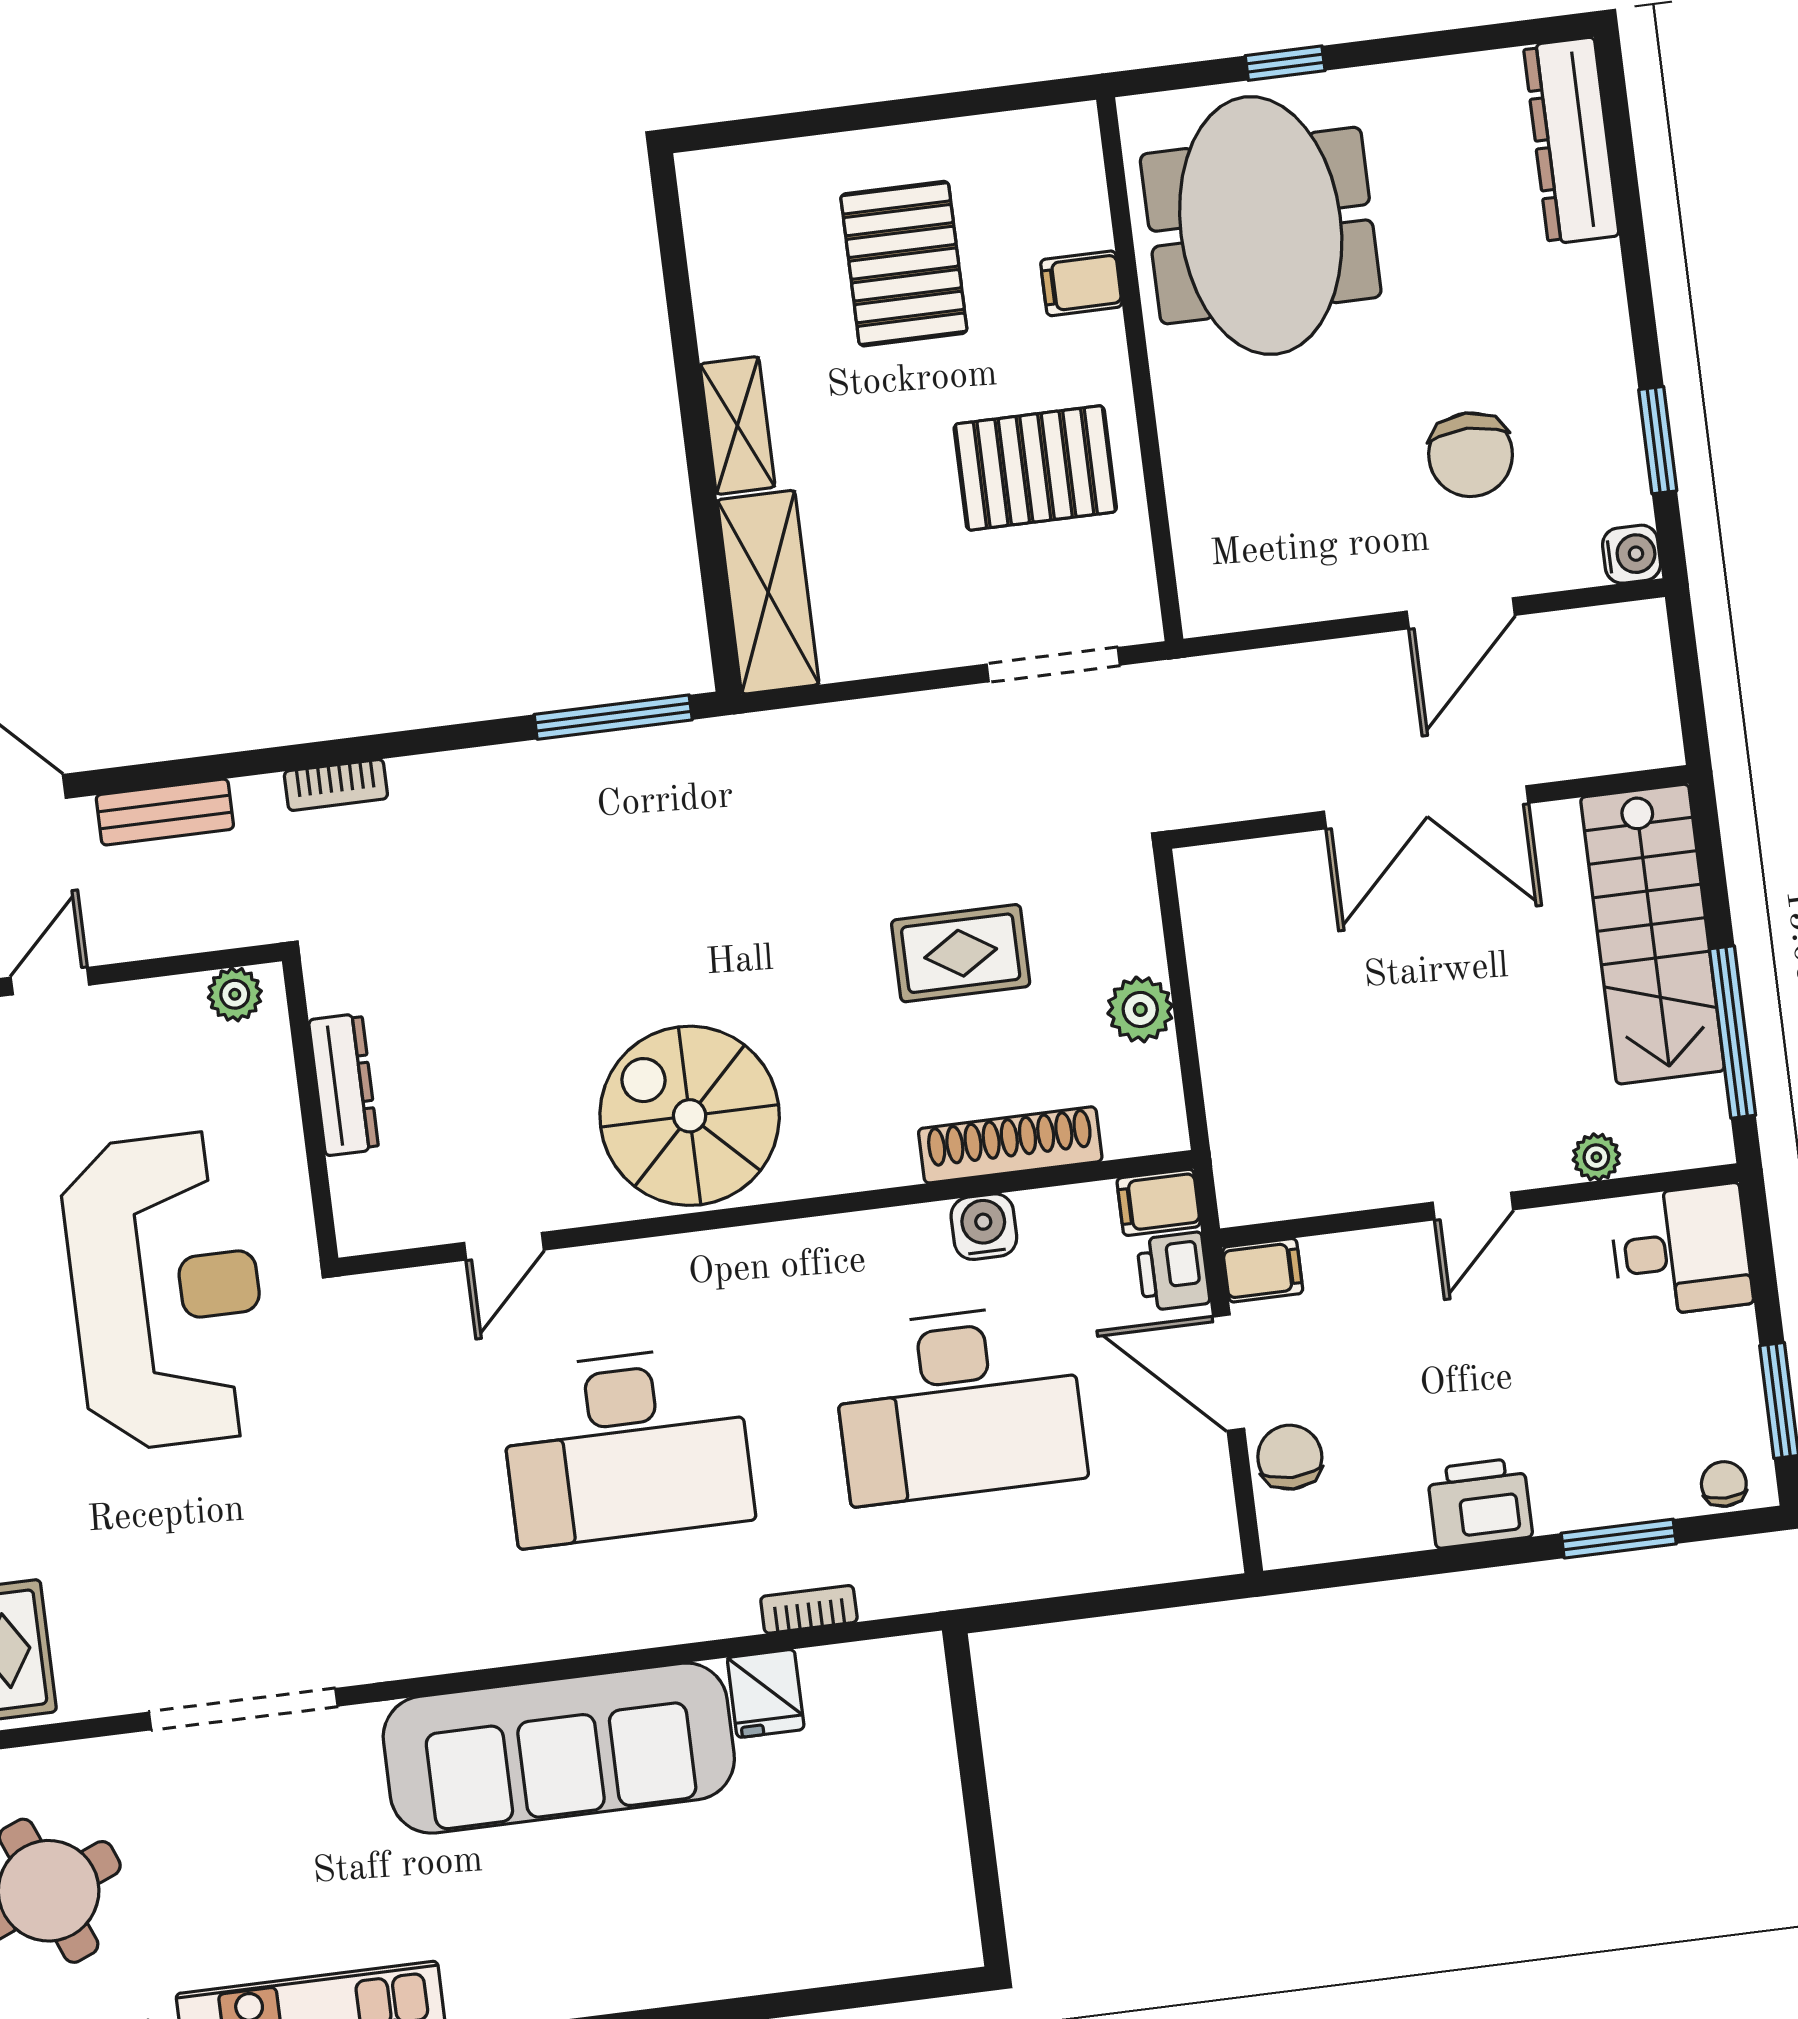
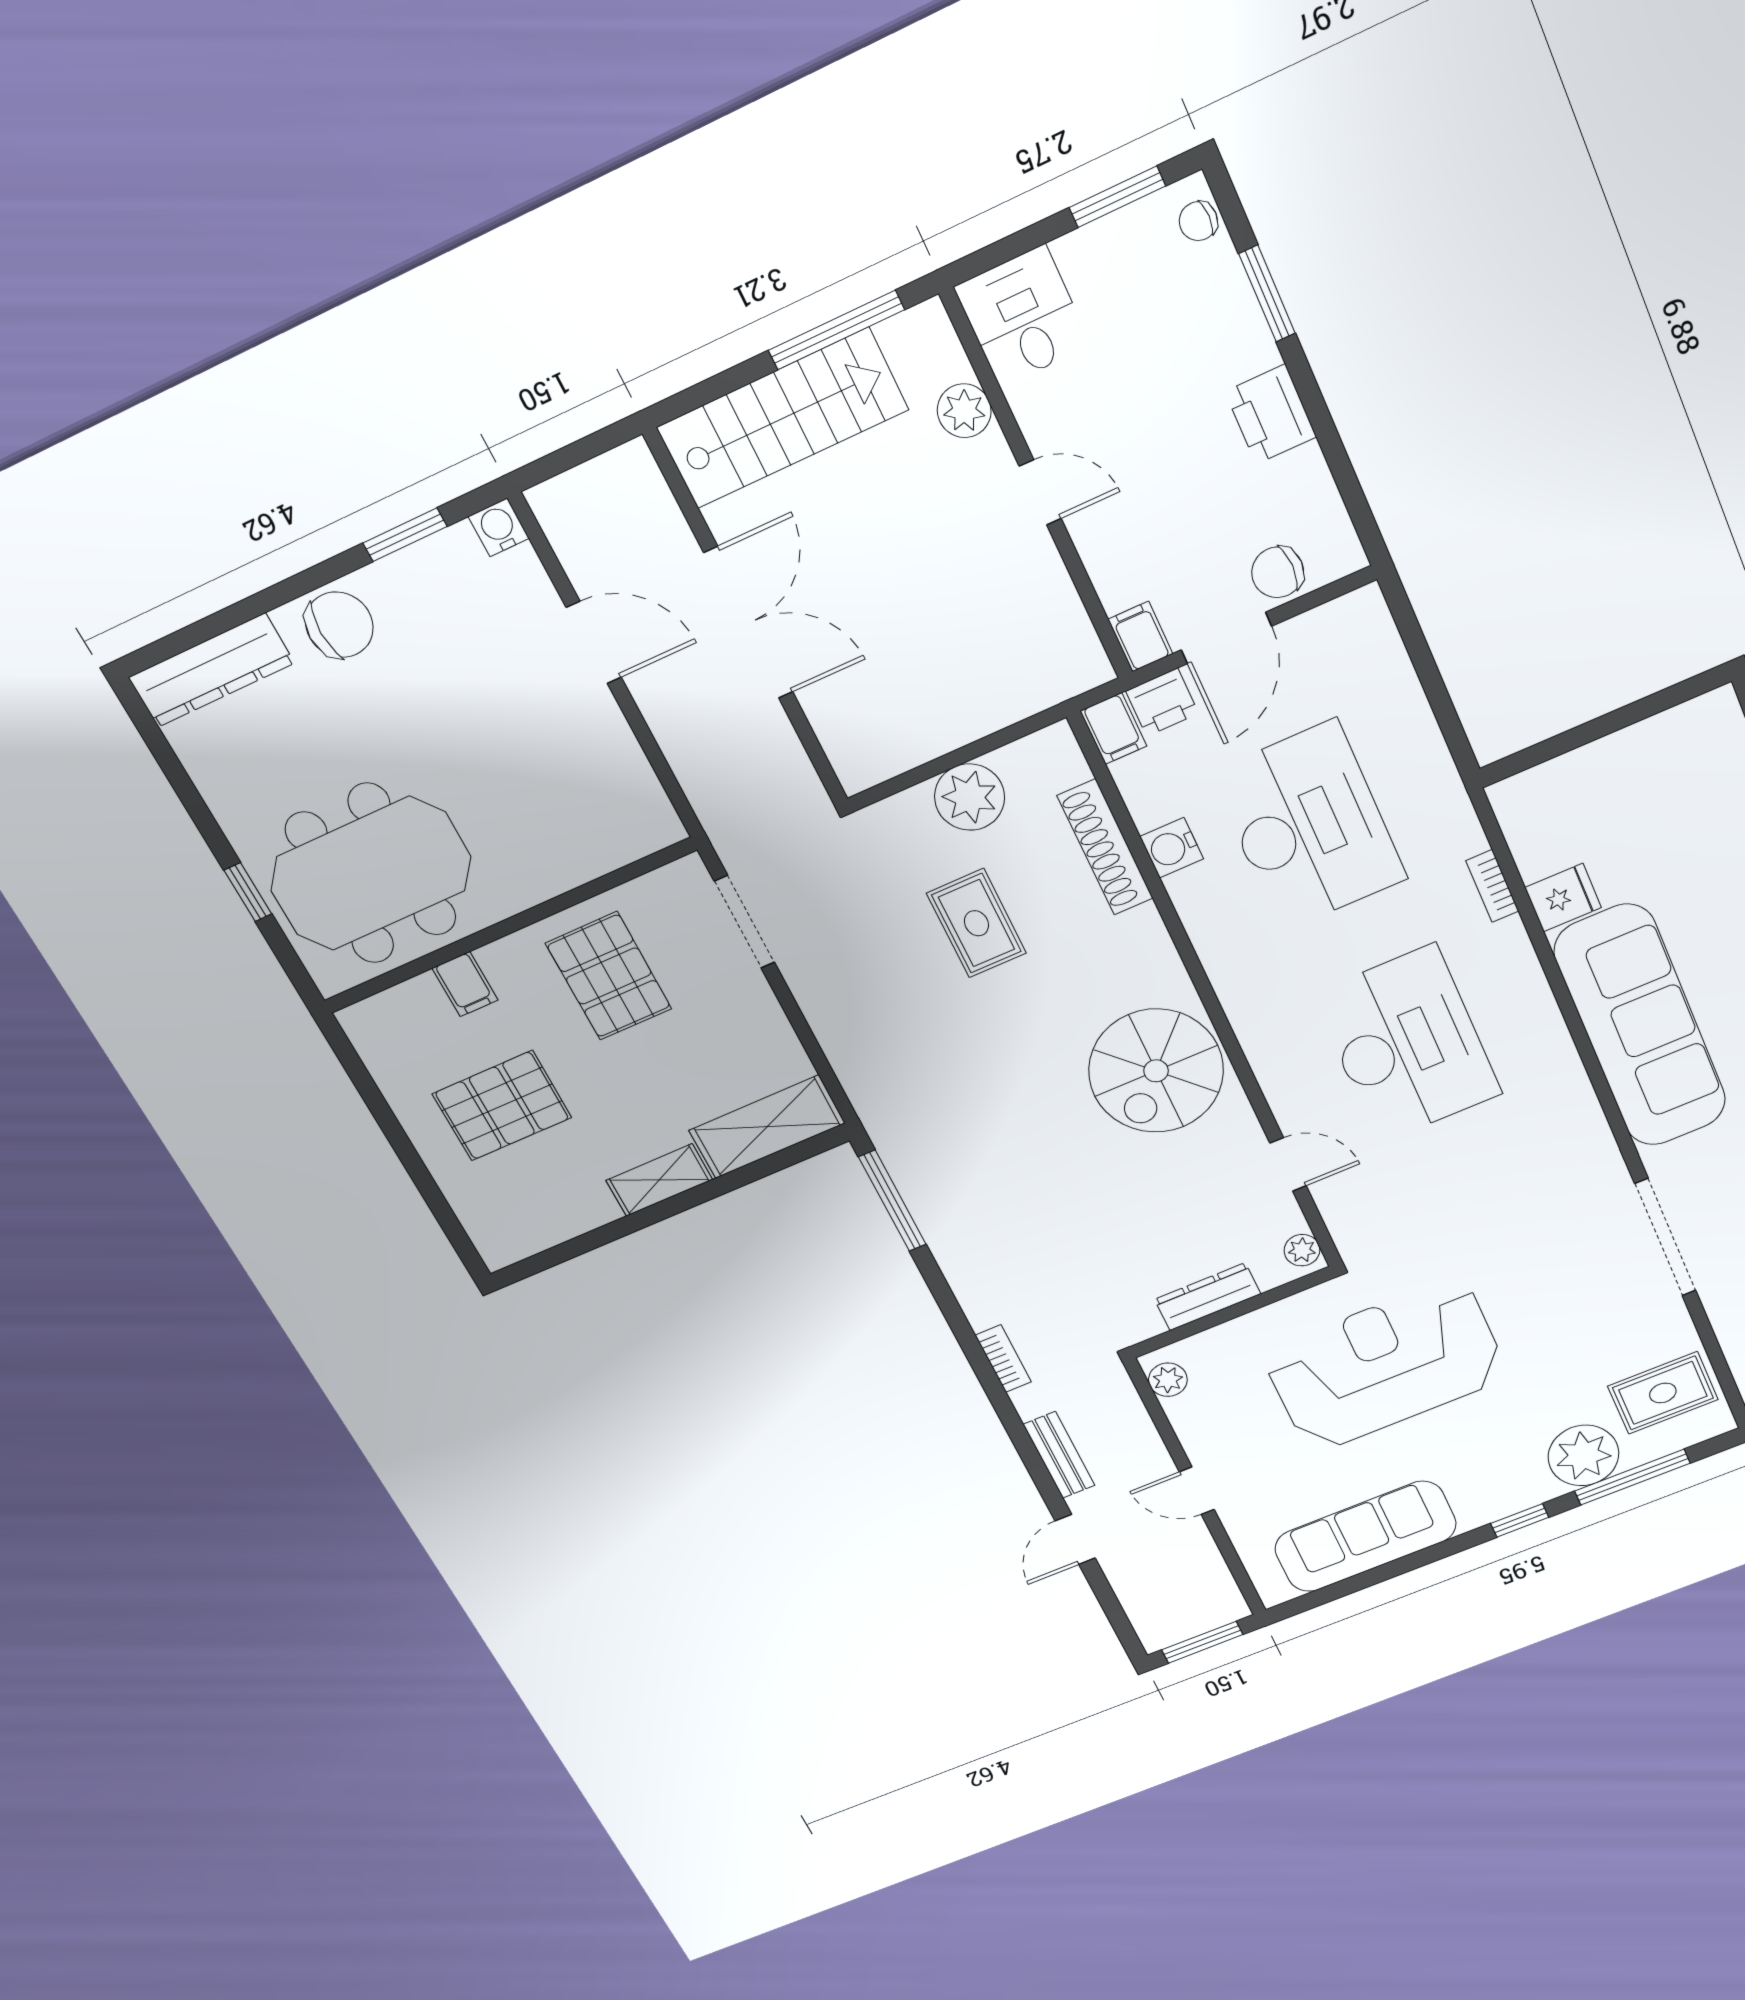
chair: (1471, 455) -> (339, 625), moved
plant: (1140, 1009) -> (970, 797), width x1.36, depth x1.36
plant: (1596, 1157) -> (964, 411), width x1.38, depth x1.38
plant: (374, 1229) -> (1302, 1250), added

